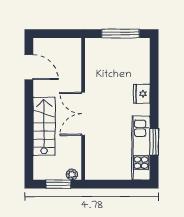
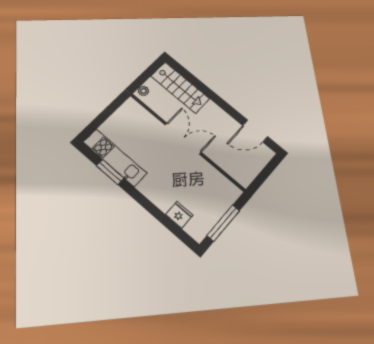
fridge: (142, 94) -> (179, 215), moved
stairs: (44, 126) -> (180, 87), moved
window: (58, 184) -> (145, 76), removed

